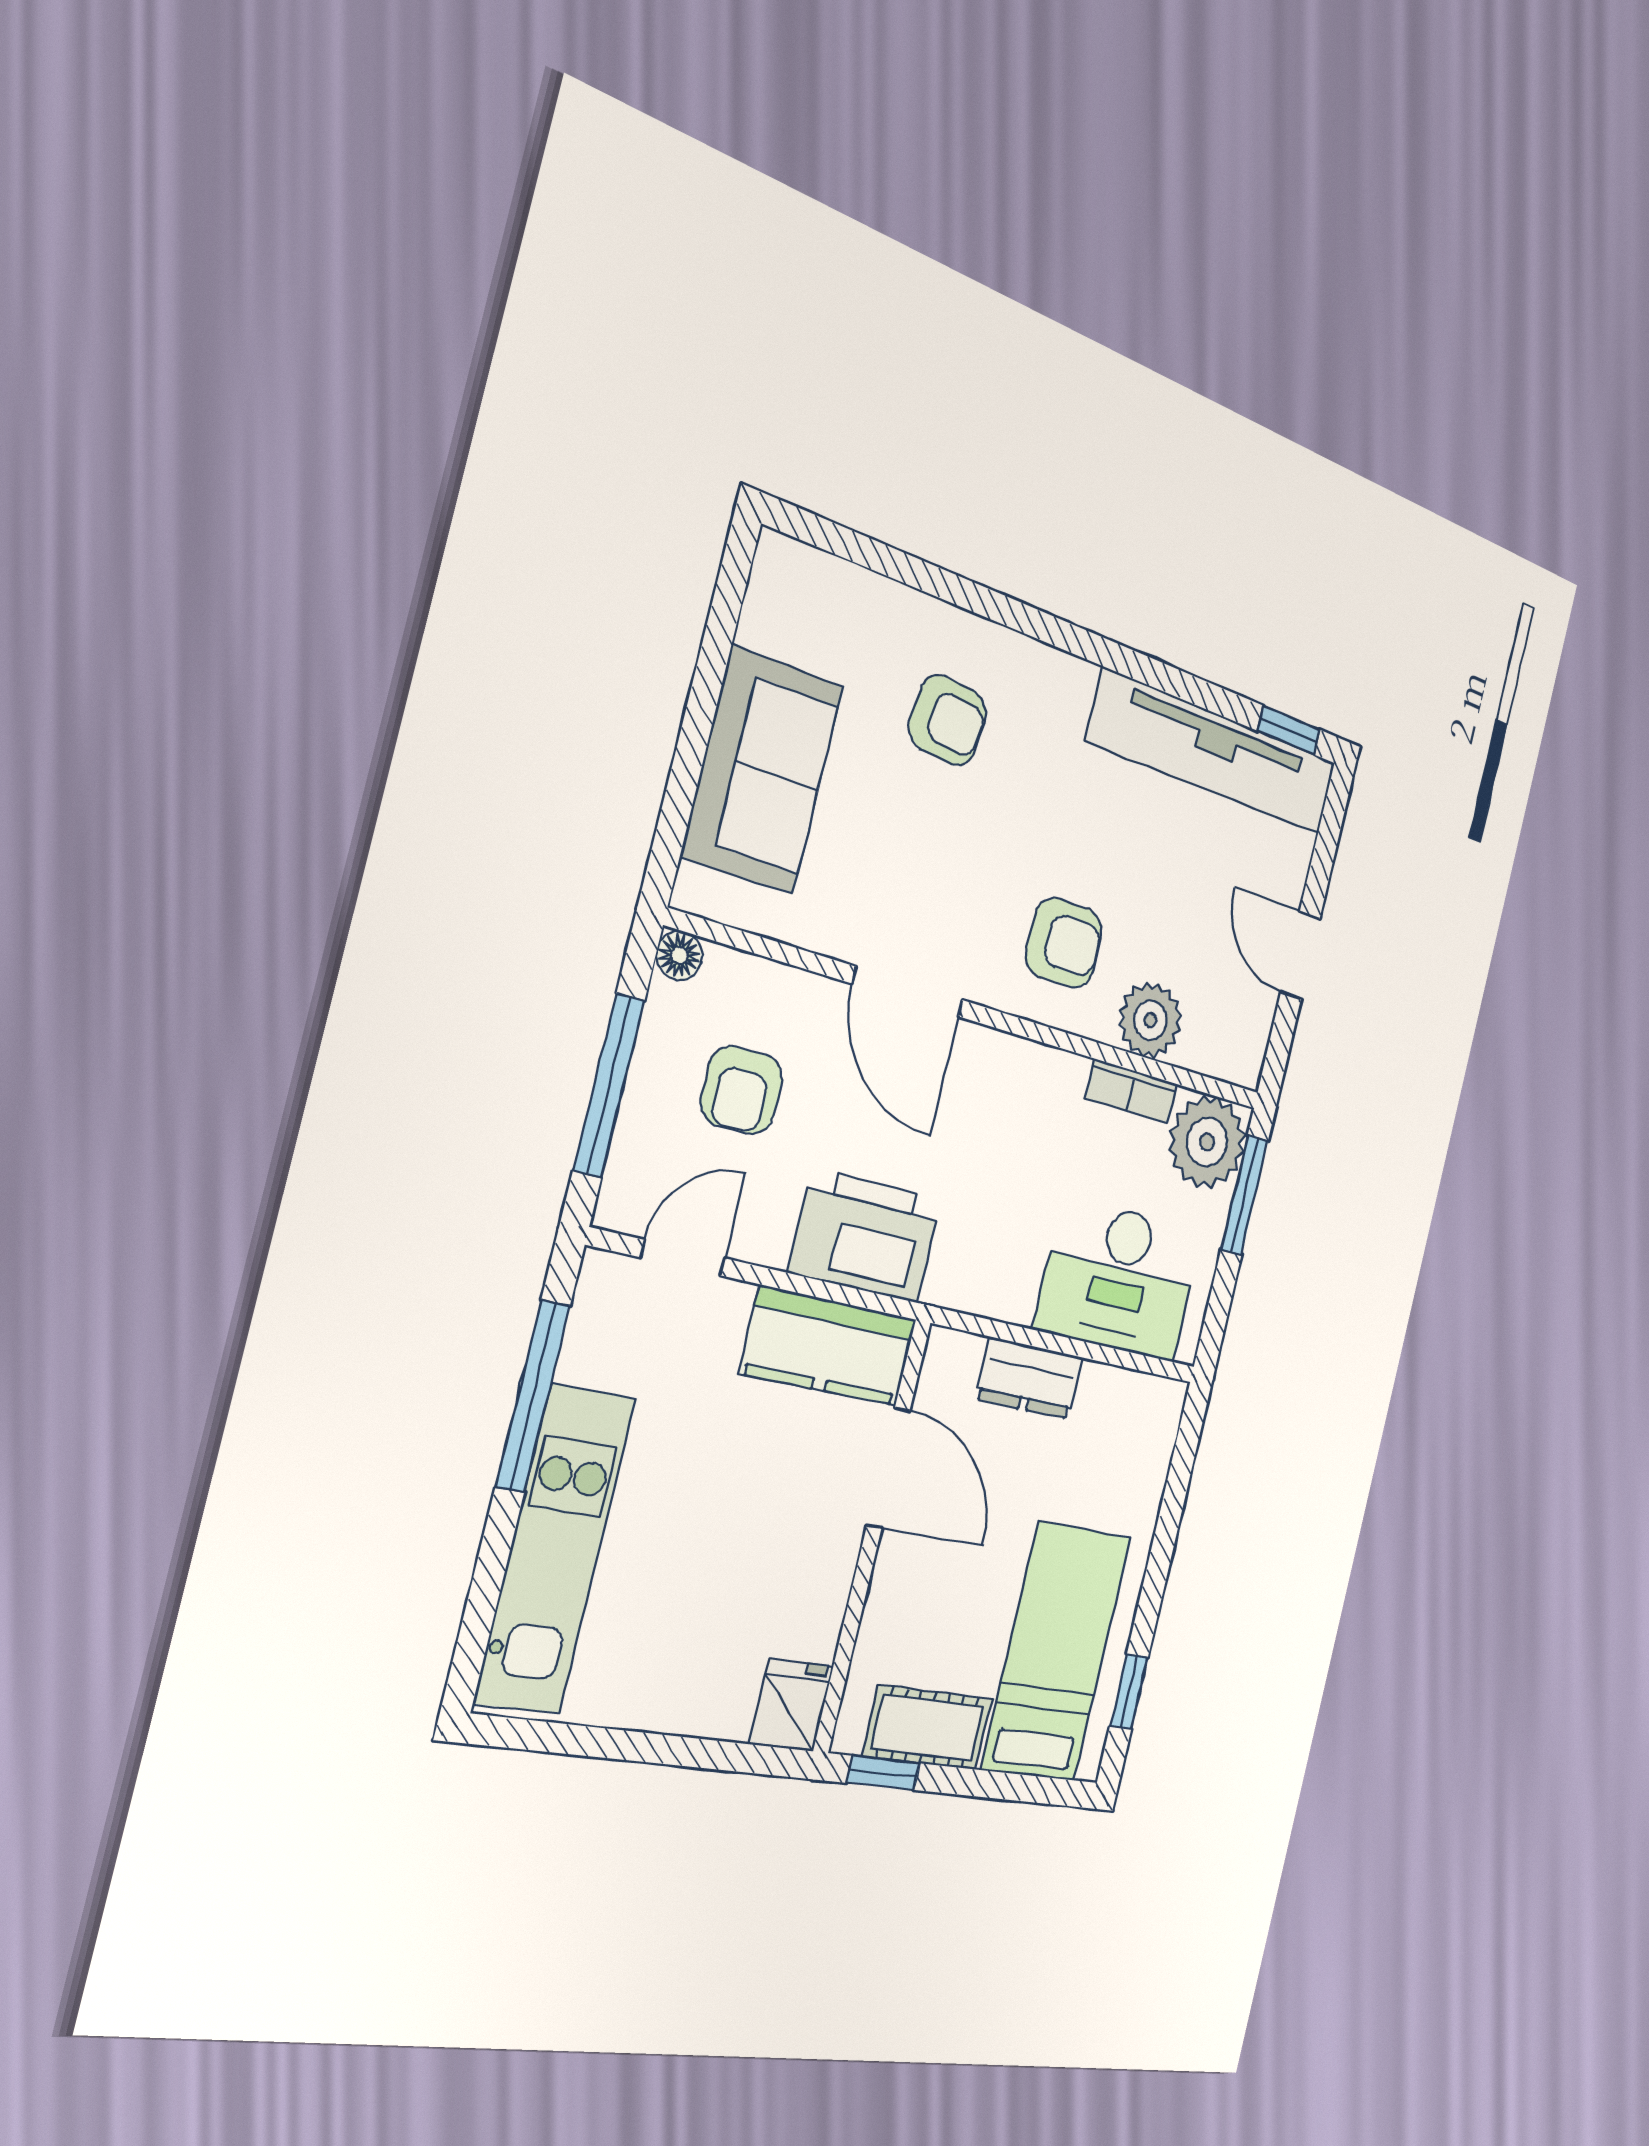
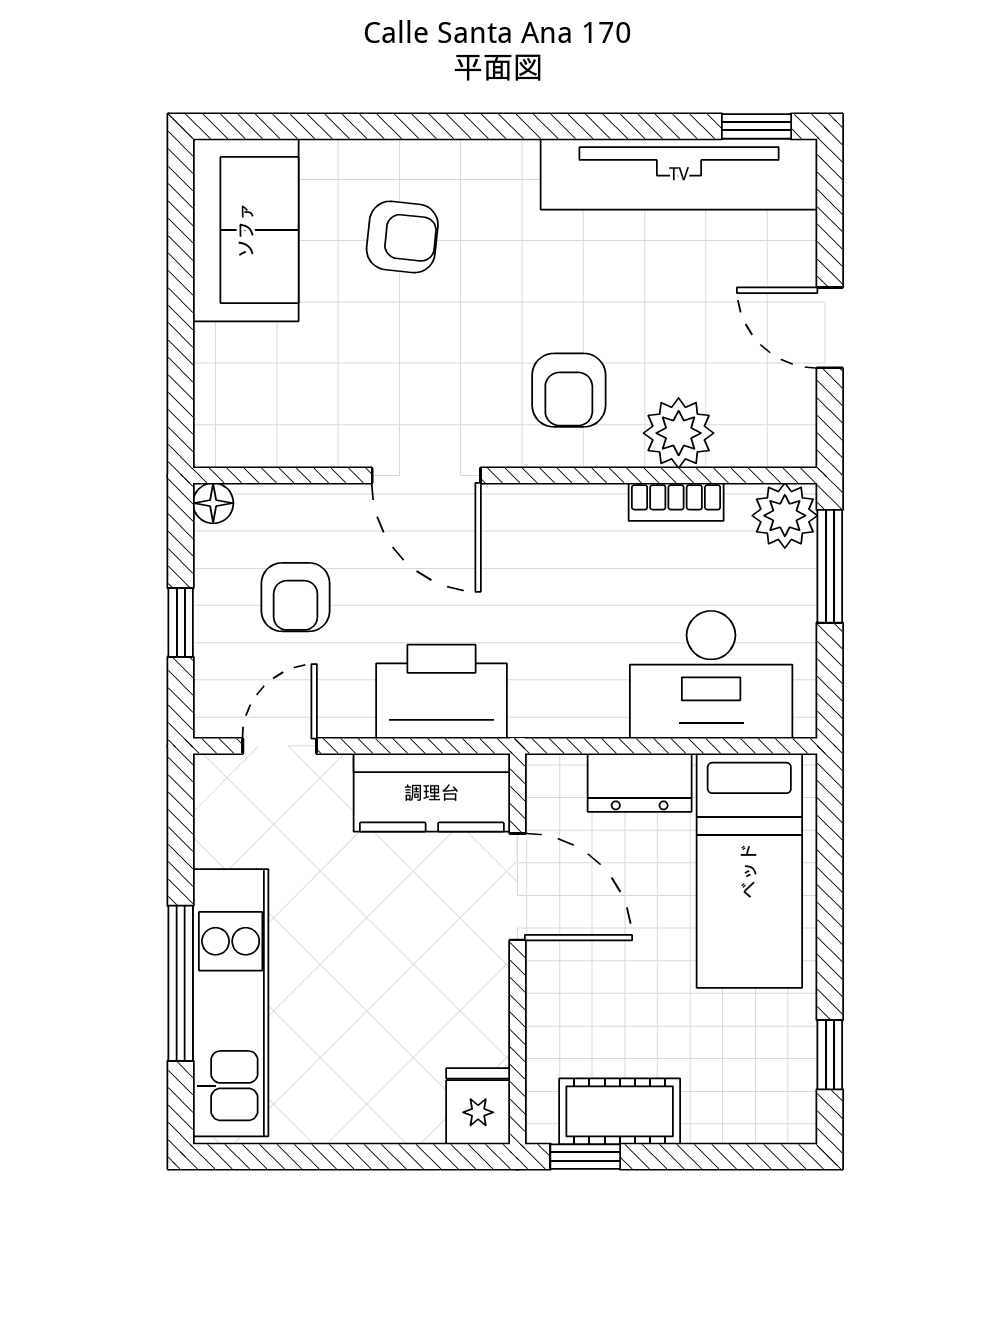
sofa: (762, 771) -> (246, 230), moved
armchair: (1064, 943) -> (569, 390), turned 90
window: (609, 1086) -> (181, 622), width x0.46
plant: (1207, 1142) -> (785, 516), width x0.73, depth x0.73
window: (533, 1396) -> (181, 983), moved
bed: (1056, 1652) -> (749, 871), moved, turned 180

